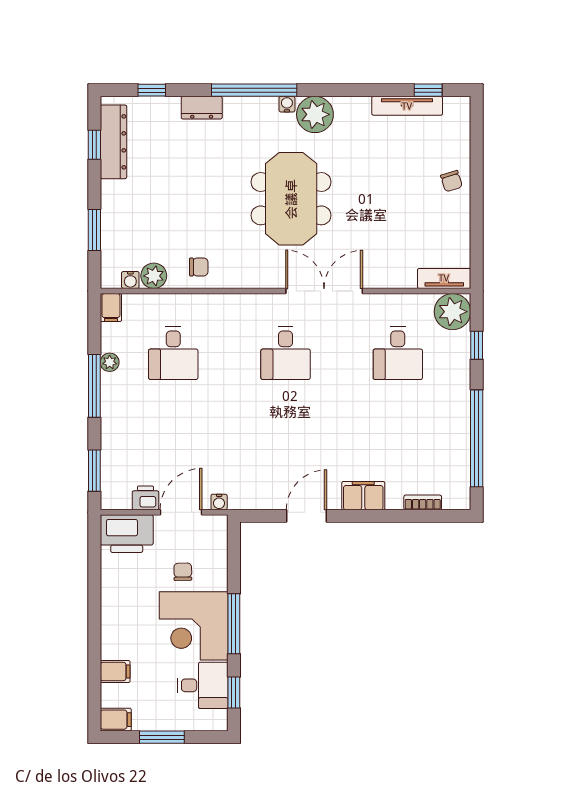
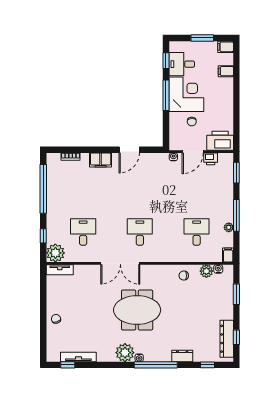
meeting table: (291, 199) -> (137, 310), turned 90

